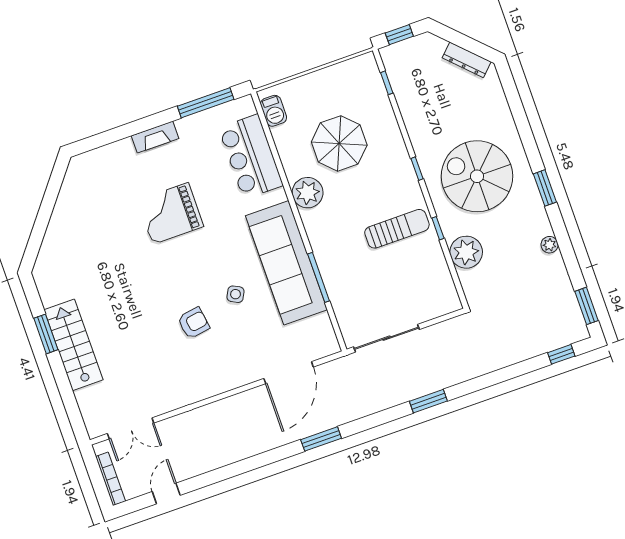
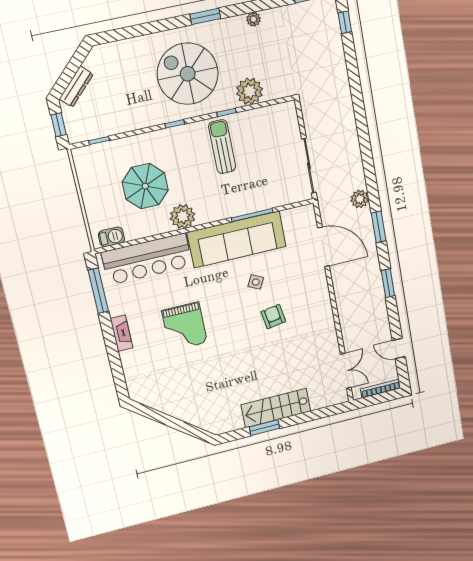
dresser: (467, 60) -> (76, 87), moved
bar counter: (251, 157) -> (147, 259), width x1.36
spiral stairs: (477, 176) -> (188, 74), turned 90
window: (428, 401) -> (388, 283), moved
plant: (353, 409) -> (360, 199), added

